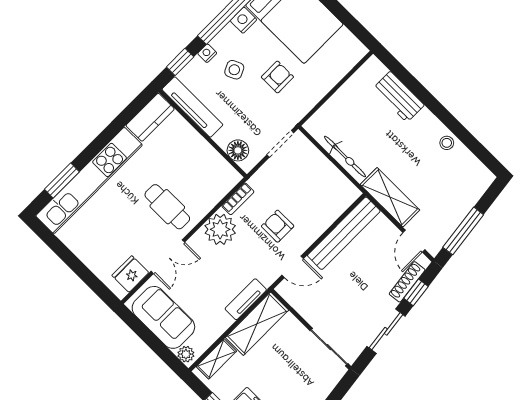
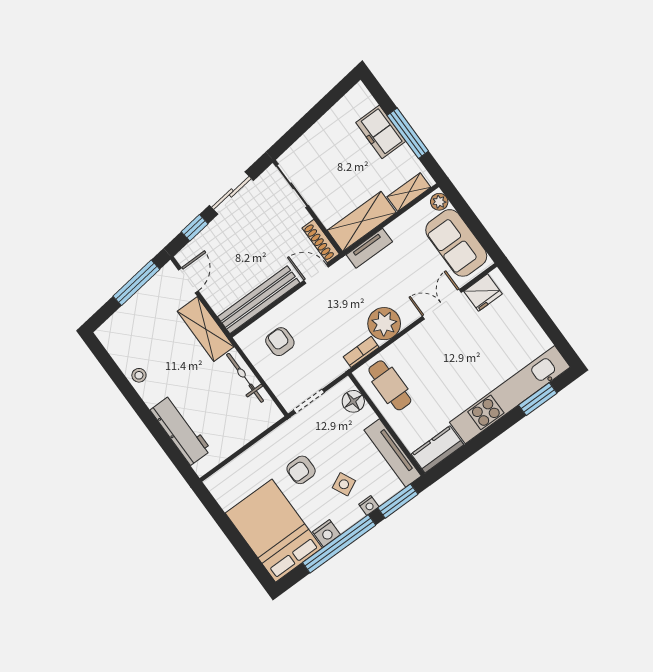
window: (180, 62) -> (398, 501), width x1.50
workbench: (399, 97) -> (181, 430), width x1.38
cafe table: (167, 207) -> (390, 385), moved
armchair: (278, 226) -> (280, 342), moved, turned 180
shoe rack: (407, 282) -> (321, 241), moved, turned 97

